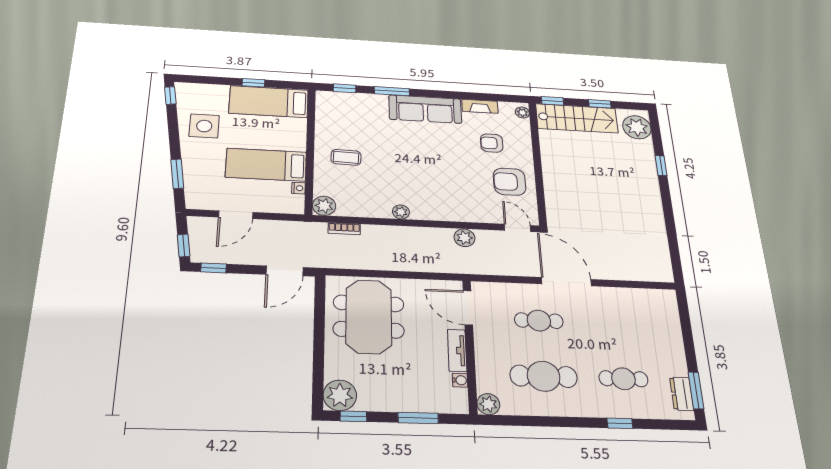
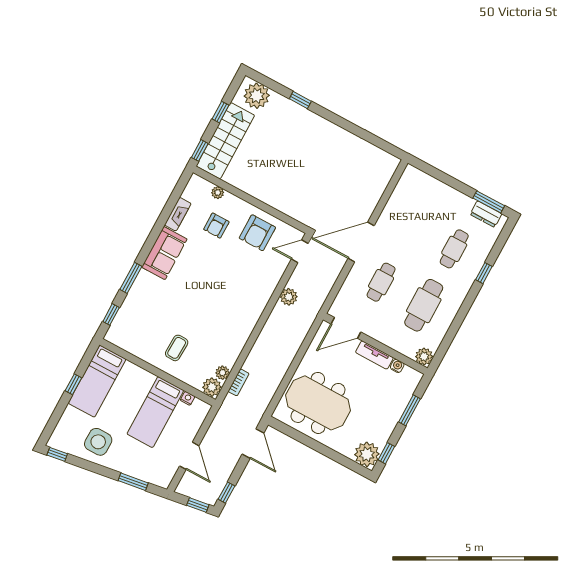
sofa: (425, 109) -> (164, 253), width x0.73
plant: (522, 112) -> (218, 193), moved
plant: (401, 212) -> (223, 373), moved

